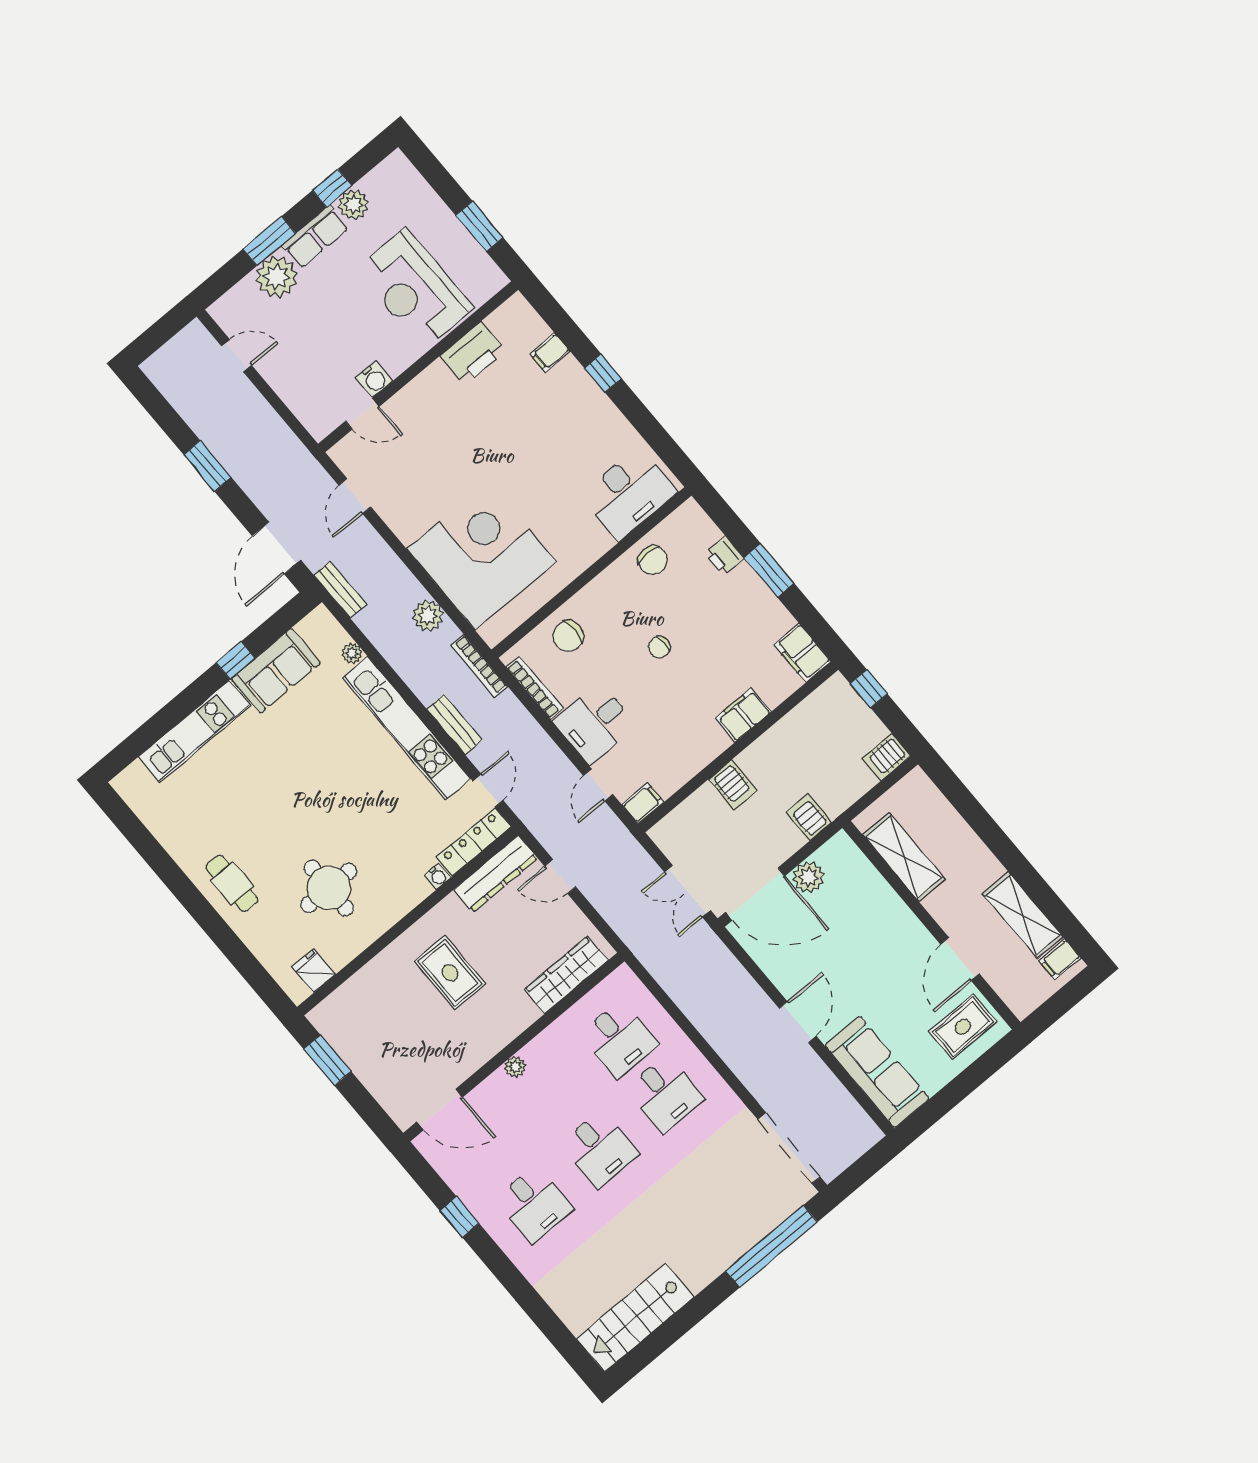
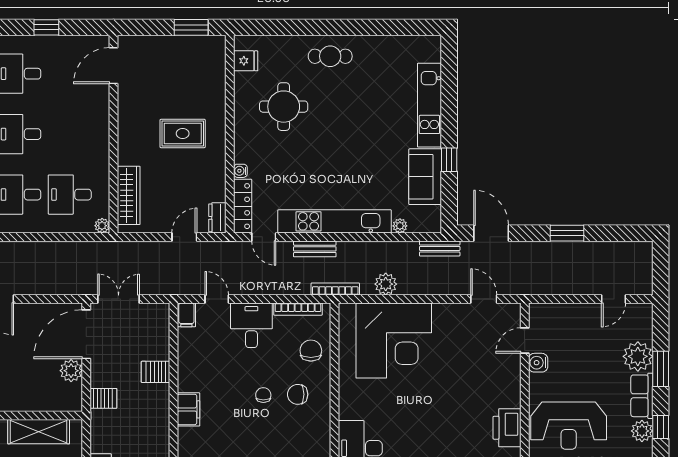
reception desk: (414, 289) -> (569, 426), turned 180
chair: (653, 560) -> (298, 394), moved
dresser: (496, 874) -> (217, 218), width x0.51, depth x0.80
plant: (515, 1067) -> (102, 226), moved

